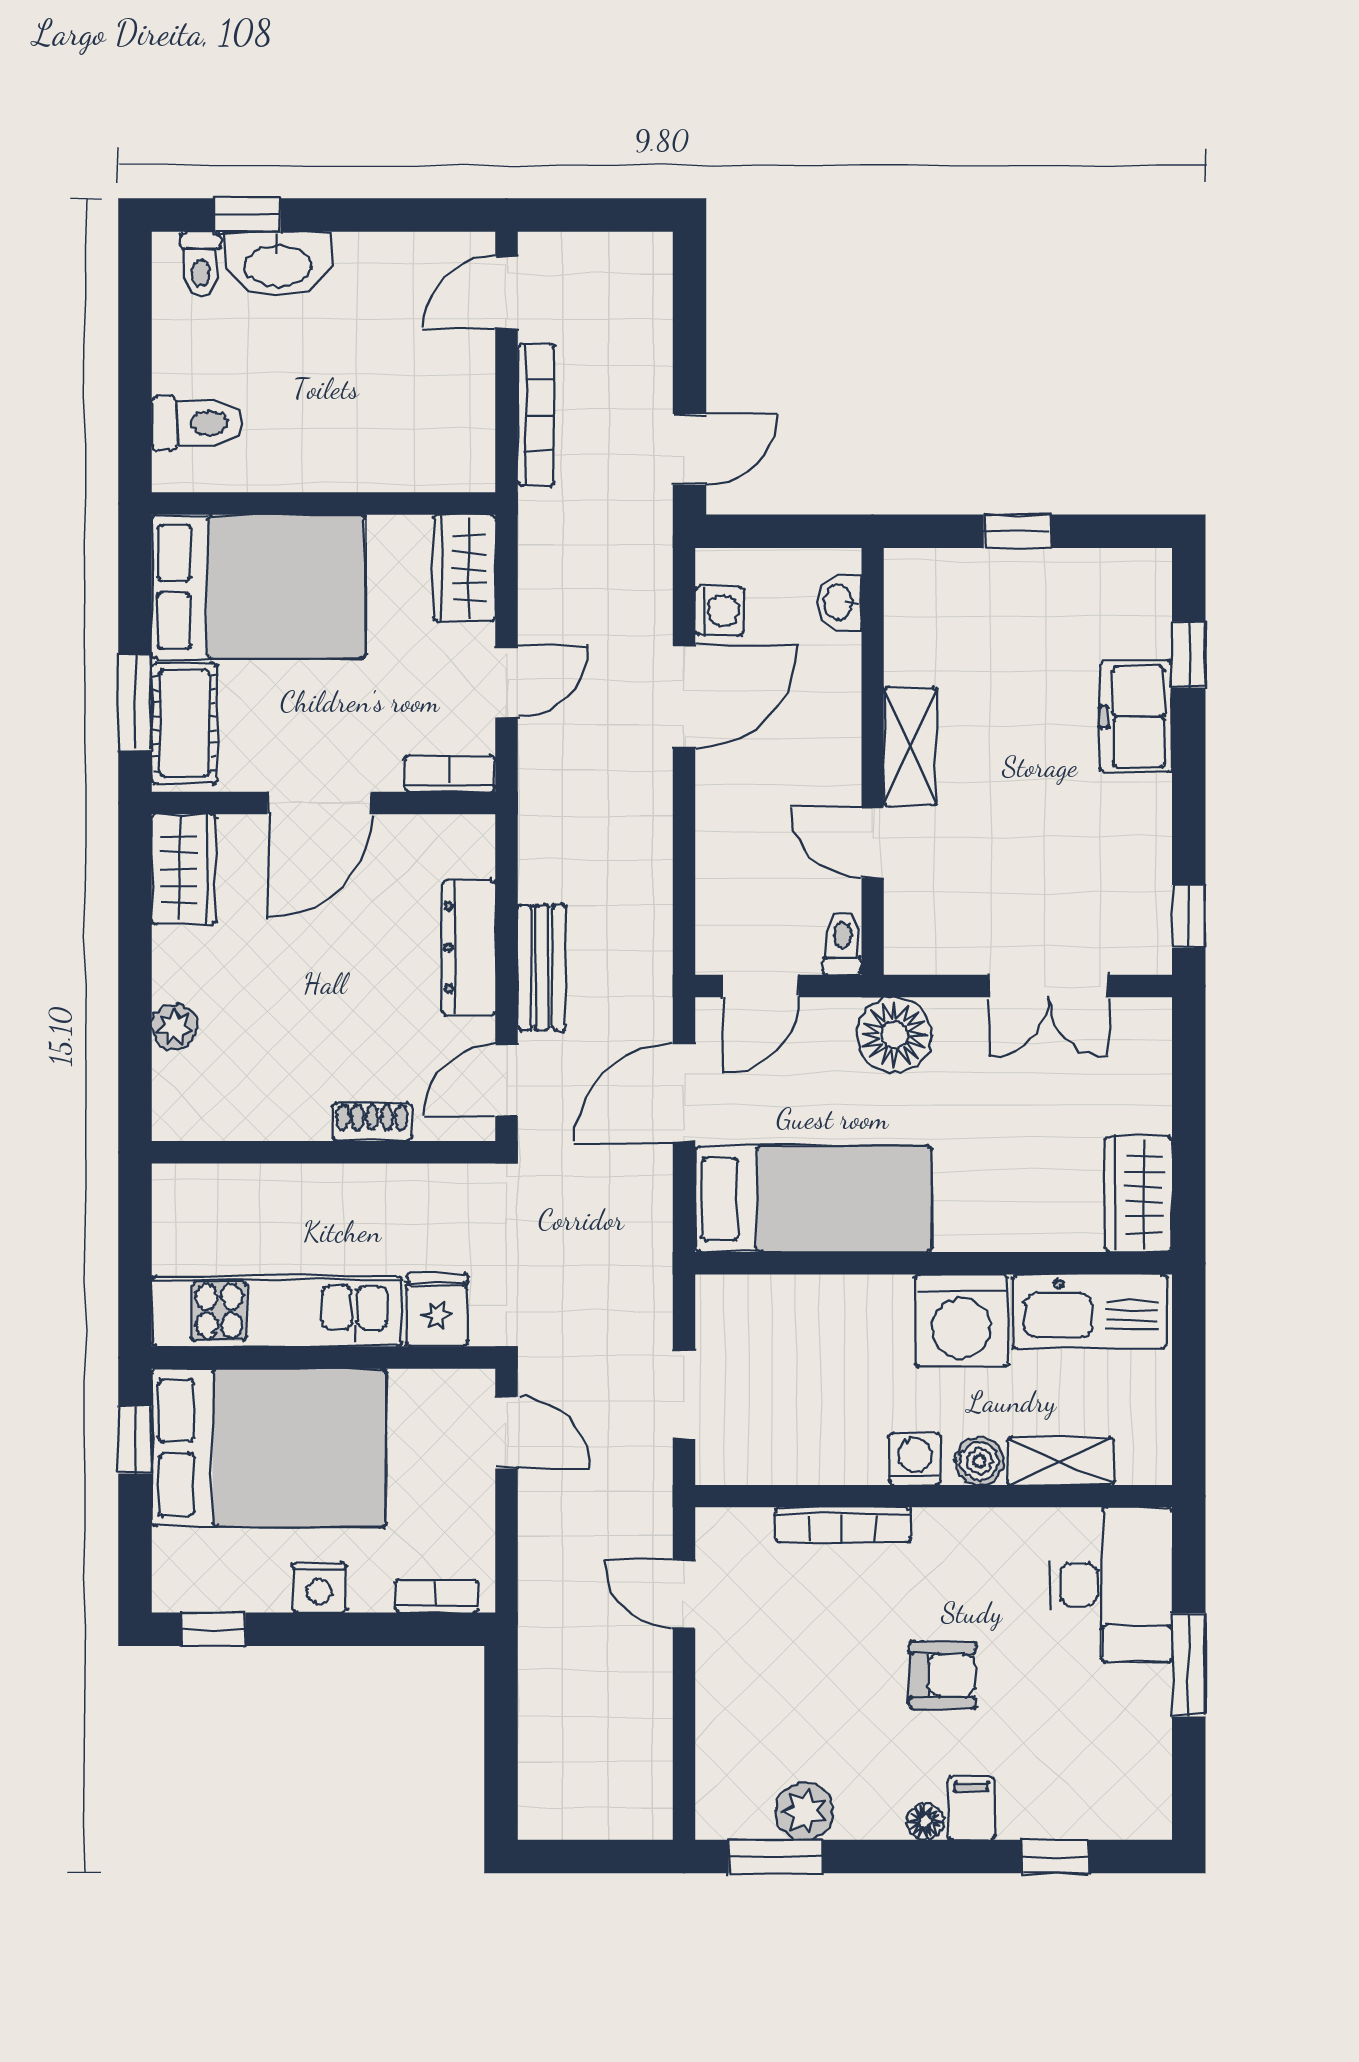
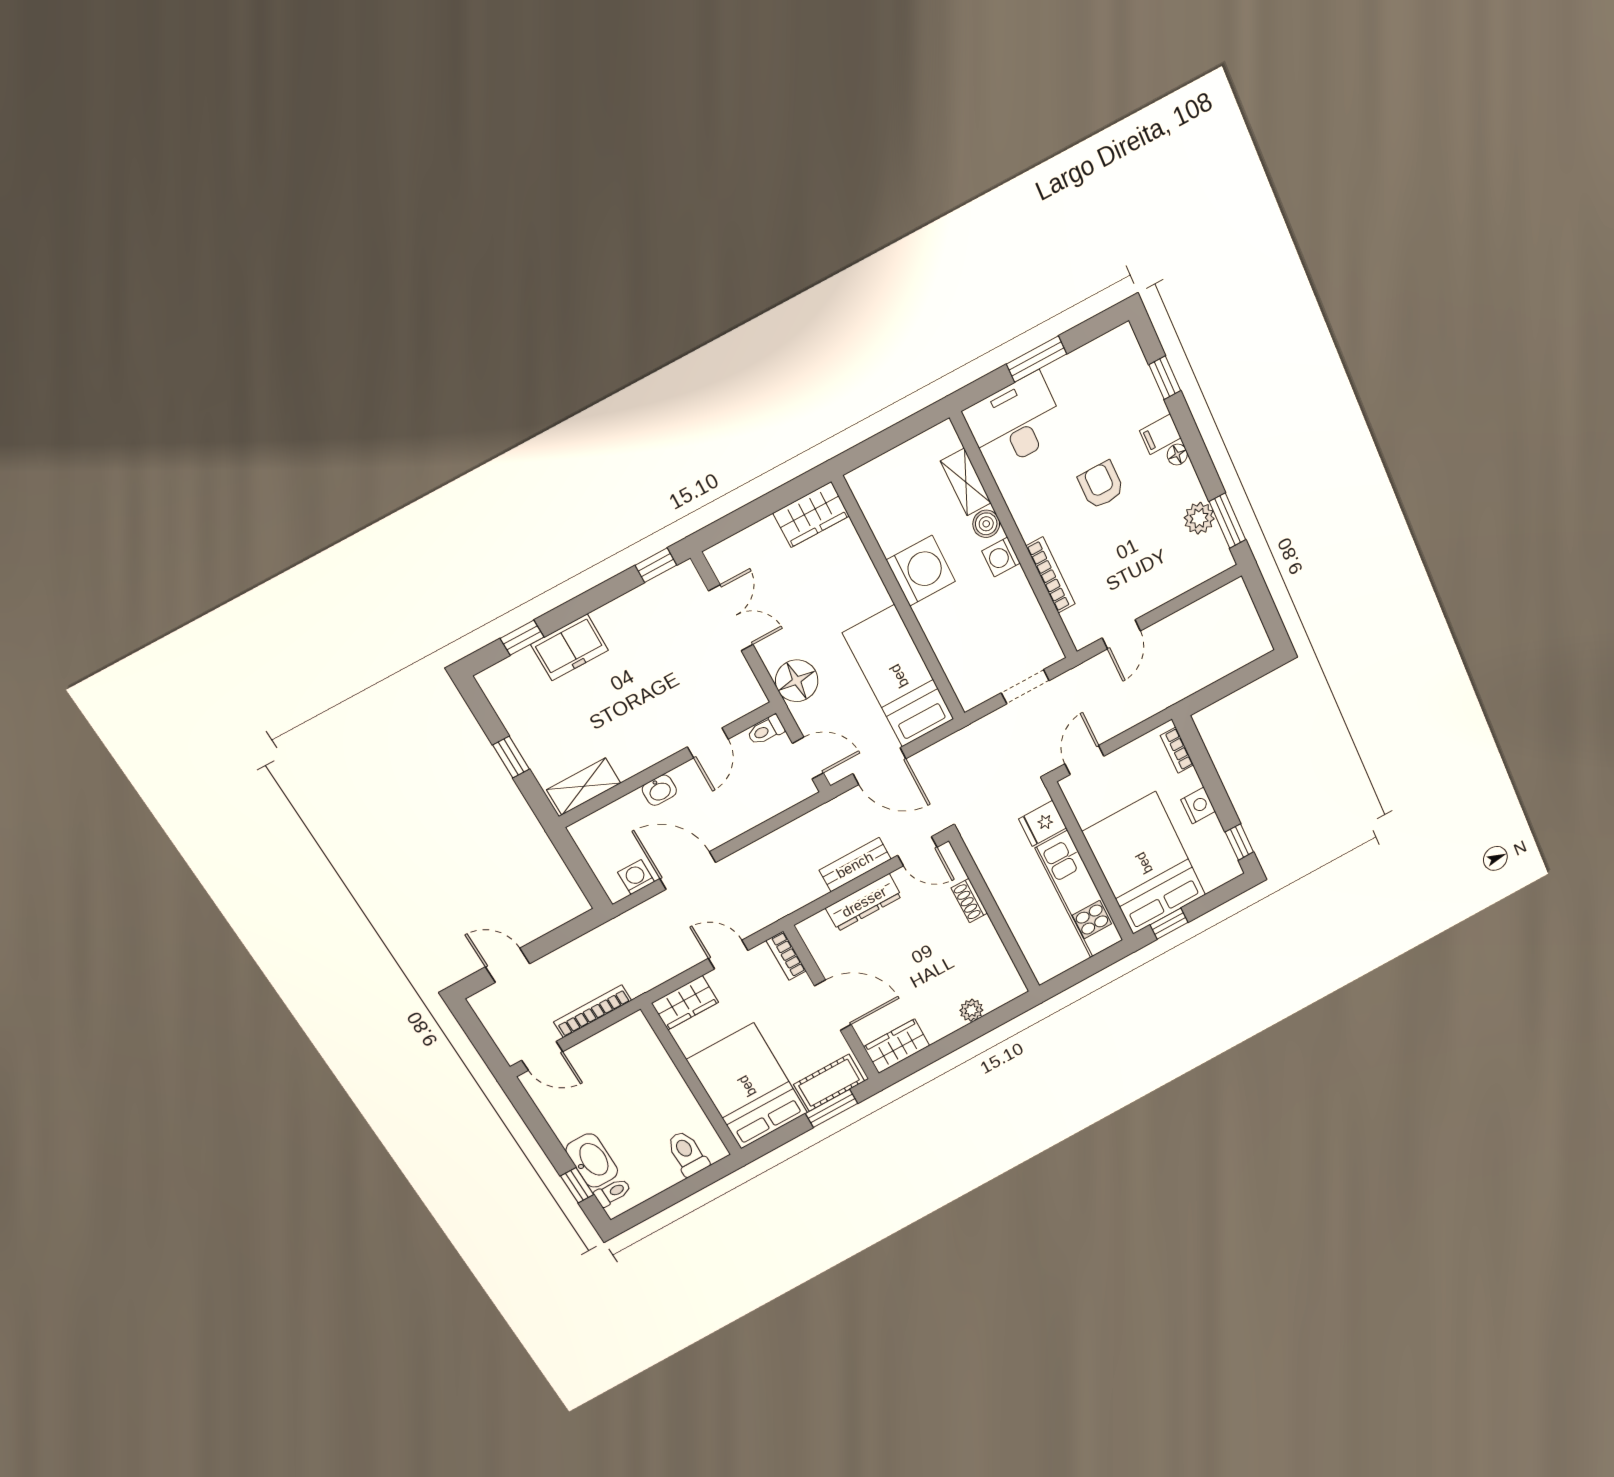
door: (690, 449) -> (508, 965), moved
washbasin: (839, 602) -> (659, 790), moved
shelving: (910, 747) -> (584, 786), moved
kitchen sink: (1089, 1311) -> (883, 508), removed

